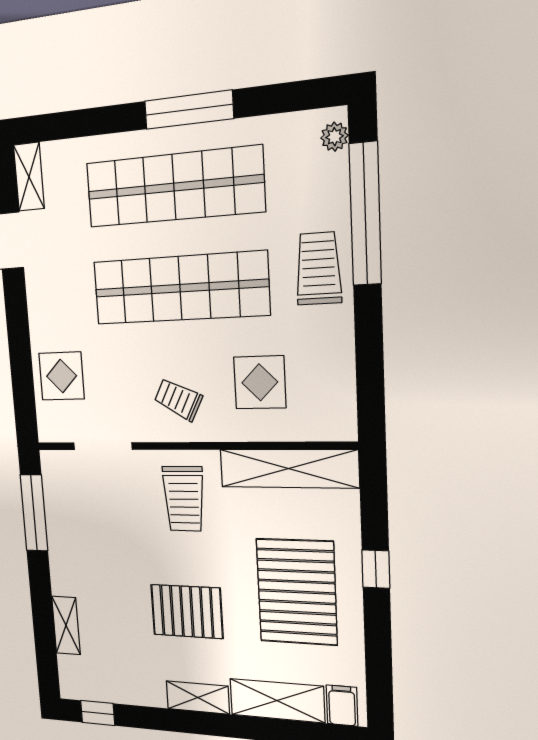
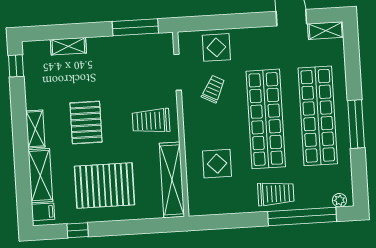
trolley: (178, 399) -> (213, 89), moved
window: (376, 569) -> (78, 230), moved

